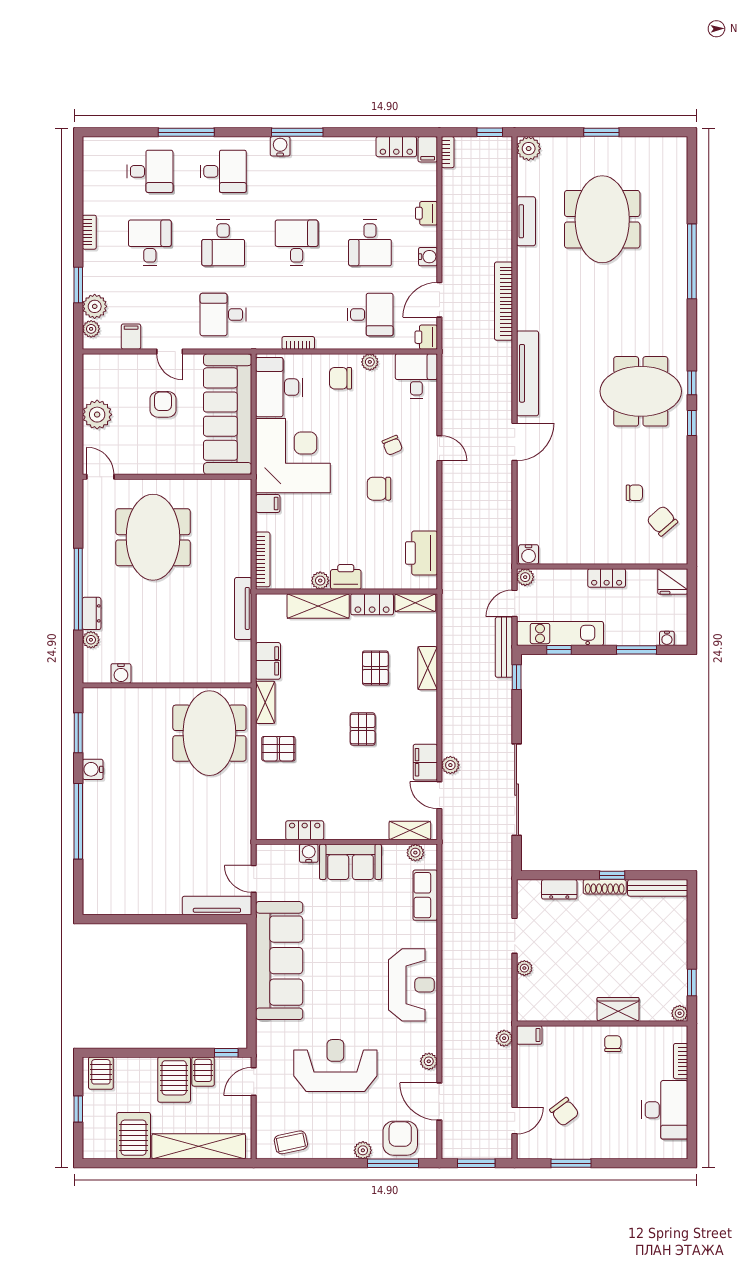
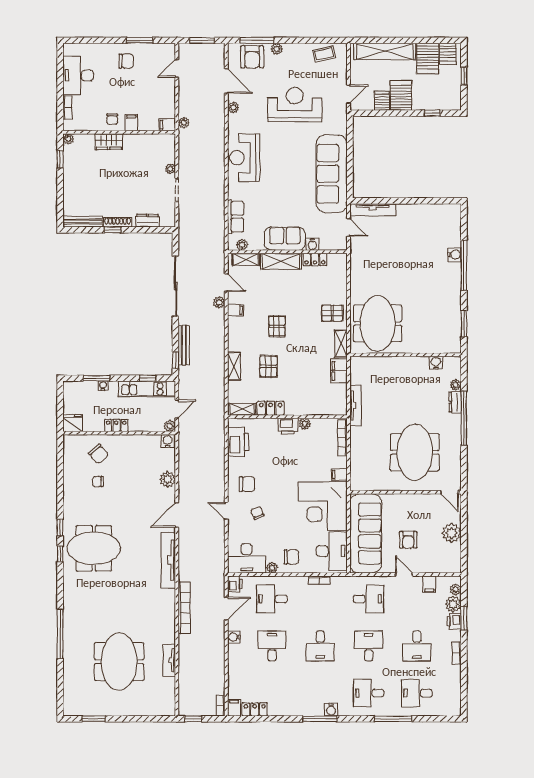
window: (601, 132) -> (94, 719), moved
plant: (529, 149) -> (168, 479), moved
printer: (426, 213) -> (454, 621), moved, turned 180
desk: (416, 376) -> (247, 558), width x1.37
chair: (379, 489) -> (247, 484), moved
chair: (662, 521) -> (98, 454), moved
shelving: (318, 606) -> (281, 261), moved
water cooler: (667, 638) -> (103, 386), moved
bench: (504, 647) -> (184, 345), moved
filing cabinet: (425, 762) -> (236, 310), width x0.50
water cooler: (93, 769) -> (454, 255), moved
filing cabinet: (584, 1038) -> (131, 123), added
window: (226, 1053) -> (432, 113), moved
reception desk: (335, 1066) -> (295, 105), turned 180
server rack: (101, 1073) -> (448, 54), moved, turned 180
chair: (564, 1112) -> (126, 61), moved, turned 127

